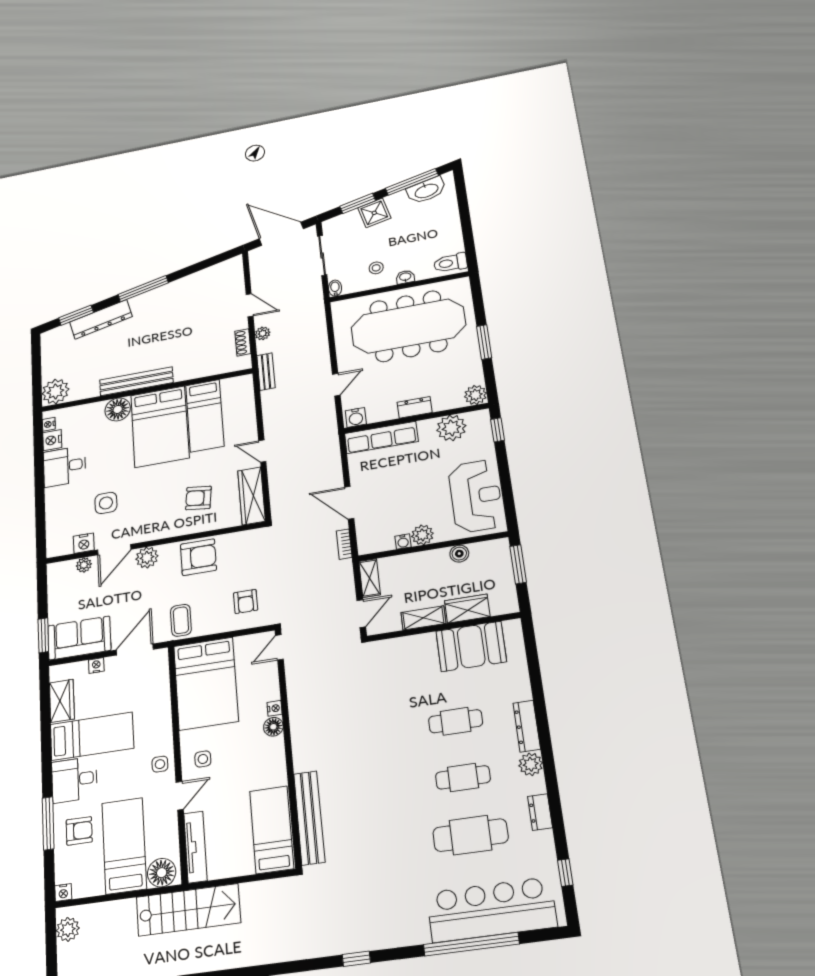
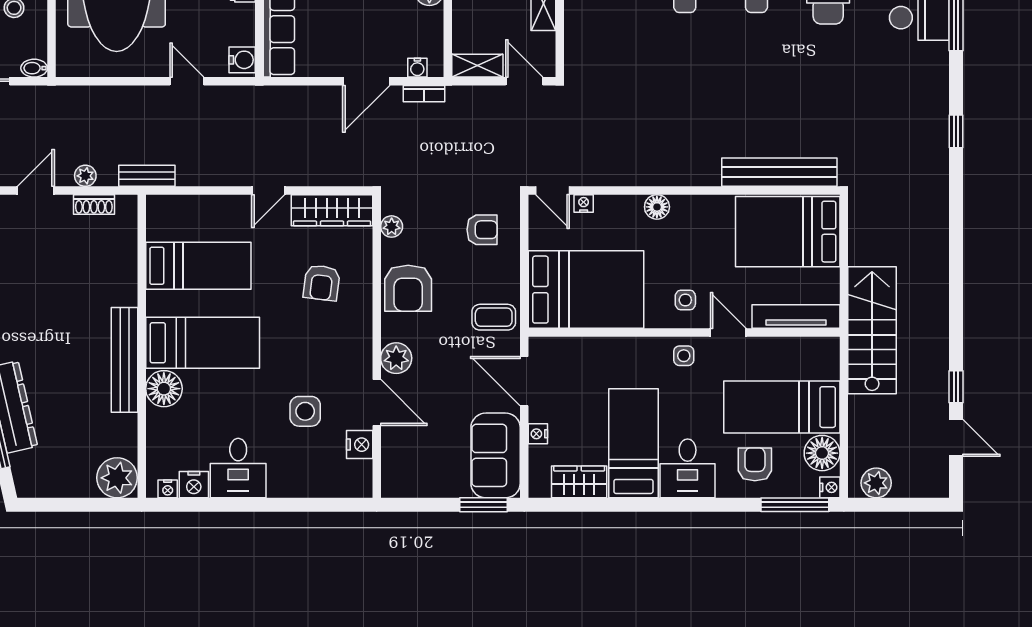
bed: (160, 426) -> (203, 343), width x0.67
water cooler: (403, 542) -> (417, 68), moved, turned 90
armchair: (198, 557) -> (408, 288), turned 180
plant: (84, 565) -> (392, 227), moved
nightstand: (275, 708) -> (584, 204), moved
window: (48, 823) -> (795, 505), moved
bed: (272, 830) -> (788, 232), width x1.50
floor lamp: (162, 873) -> (822, 453), moved

